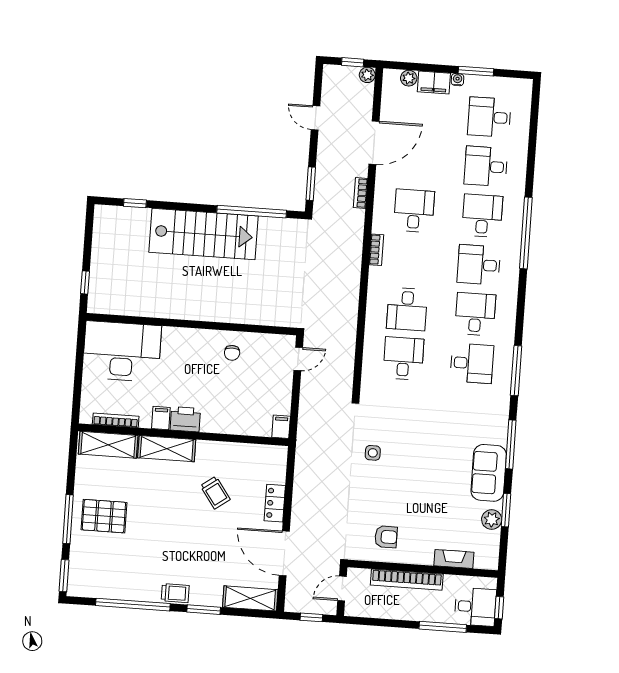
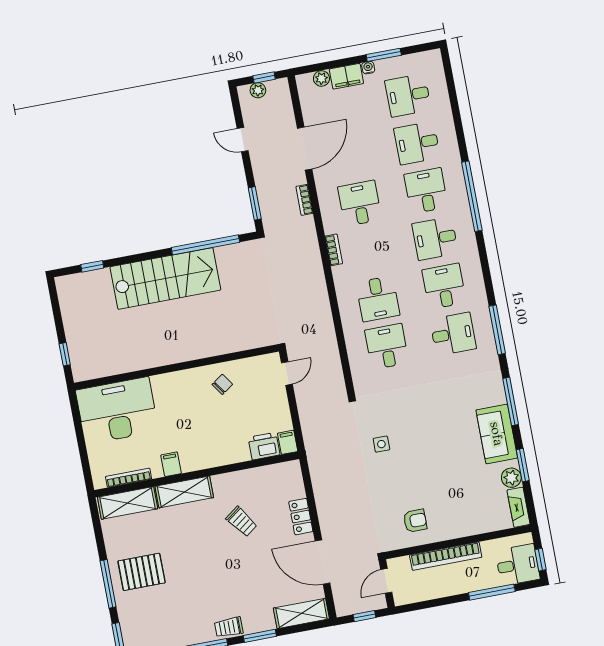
plant: (367, 75) -> (258, 90), moved
chair: (232, 353) -> (222, 384), turned -125
printer: (185, 419) -> (264, 446), moved
fireplace: (454, 559) -> (519, 507), moved, turned -90
trolley: (175, 593) -> (229, 627), turned 180

